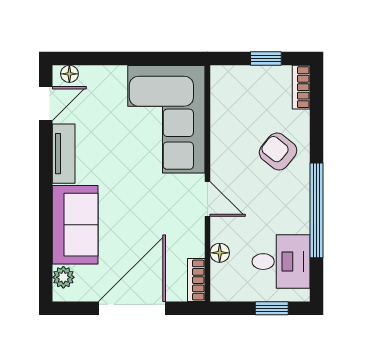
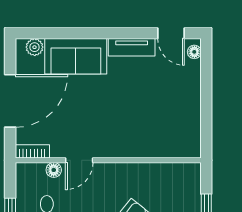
corner sofa: (166, 119) -> (159, 128), removed
door: (207, 199) -> (79, 160), moved
door: (132, 308) -> (10, 101), hinge flipped

